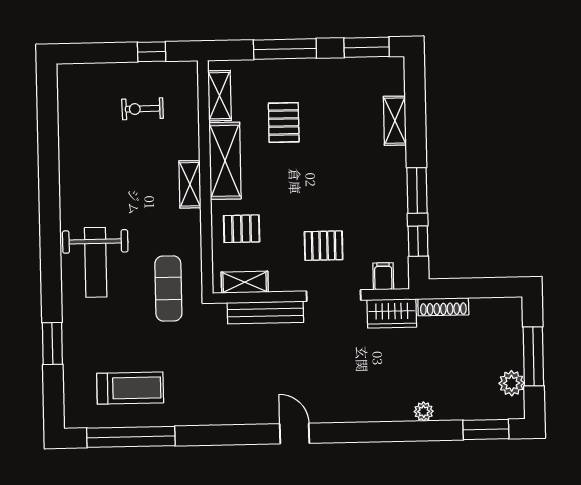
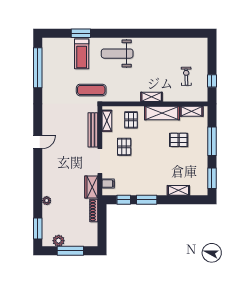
pallet: (324, 246) -> (124, 147), moved
exercise mat: (168, 289) -> (91, 90), moved
treadmill: (130, 388) -> (82, 54), moved

